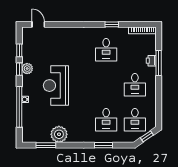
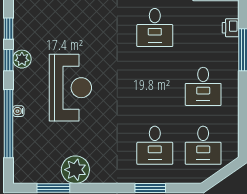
printer: (151, 61) -> (231, 28), moved
reception desk: (56, 86) -> (70, 88), turned 180
window: (147, 136) -> (223, 173), removed

